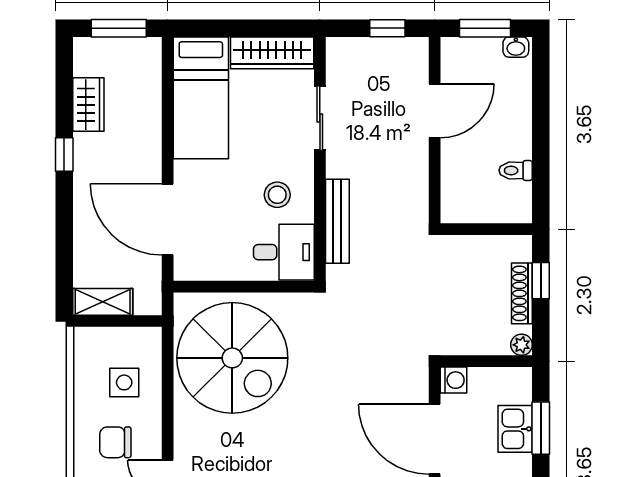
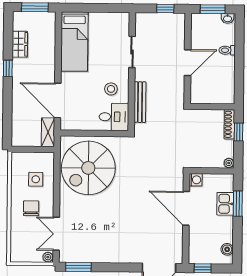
wardrobe: (272, 53) -> (109, 20), removed
door: (435, 111) -> (188, 63), moved
toilet: (516, 170) -> (227, 50), moved
shoe rack: (522, 293) -> (229, 124), moved
shelving: (103, 302) -> (48, 132), moved, turned 90
spiral stairs: (232, 358) -> (88, 168), turned 90
chair: (115, 442) -> (31, 208), turned 90

